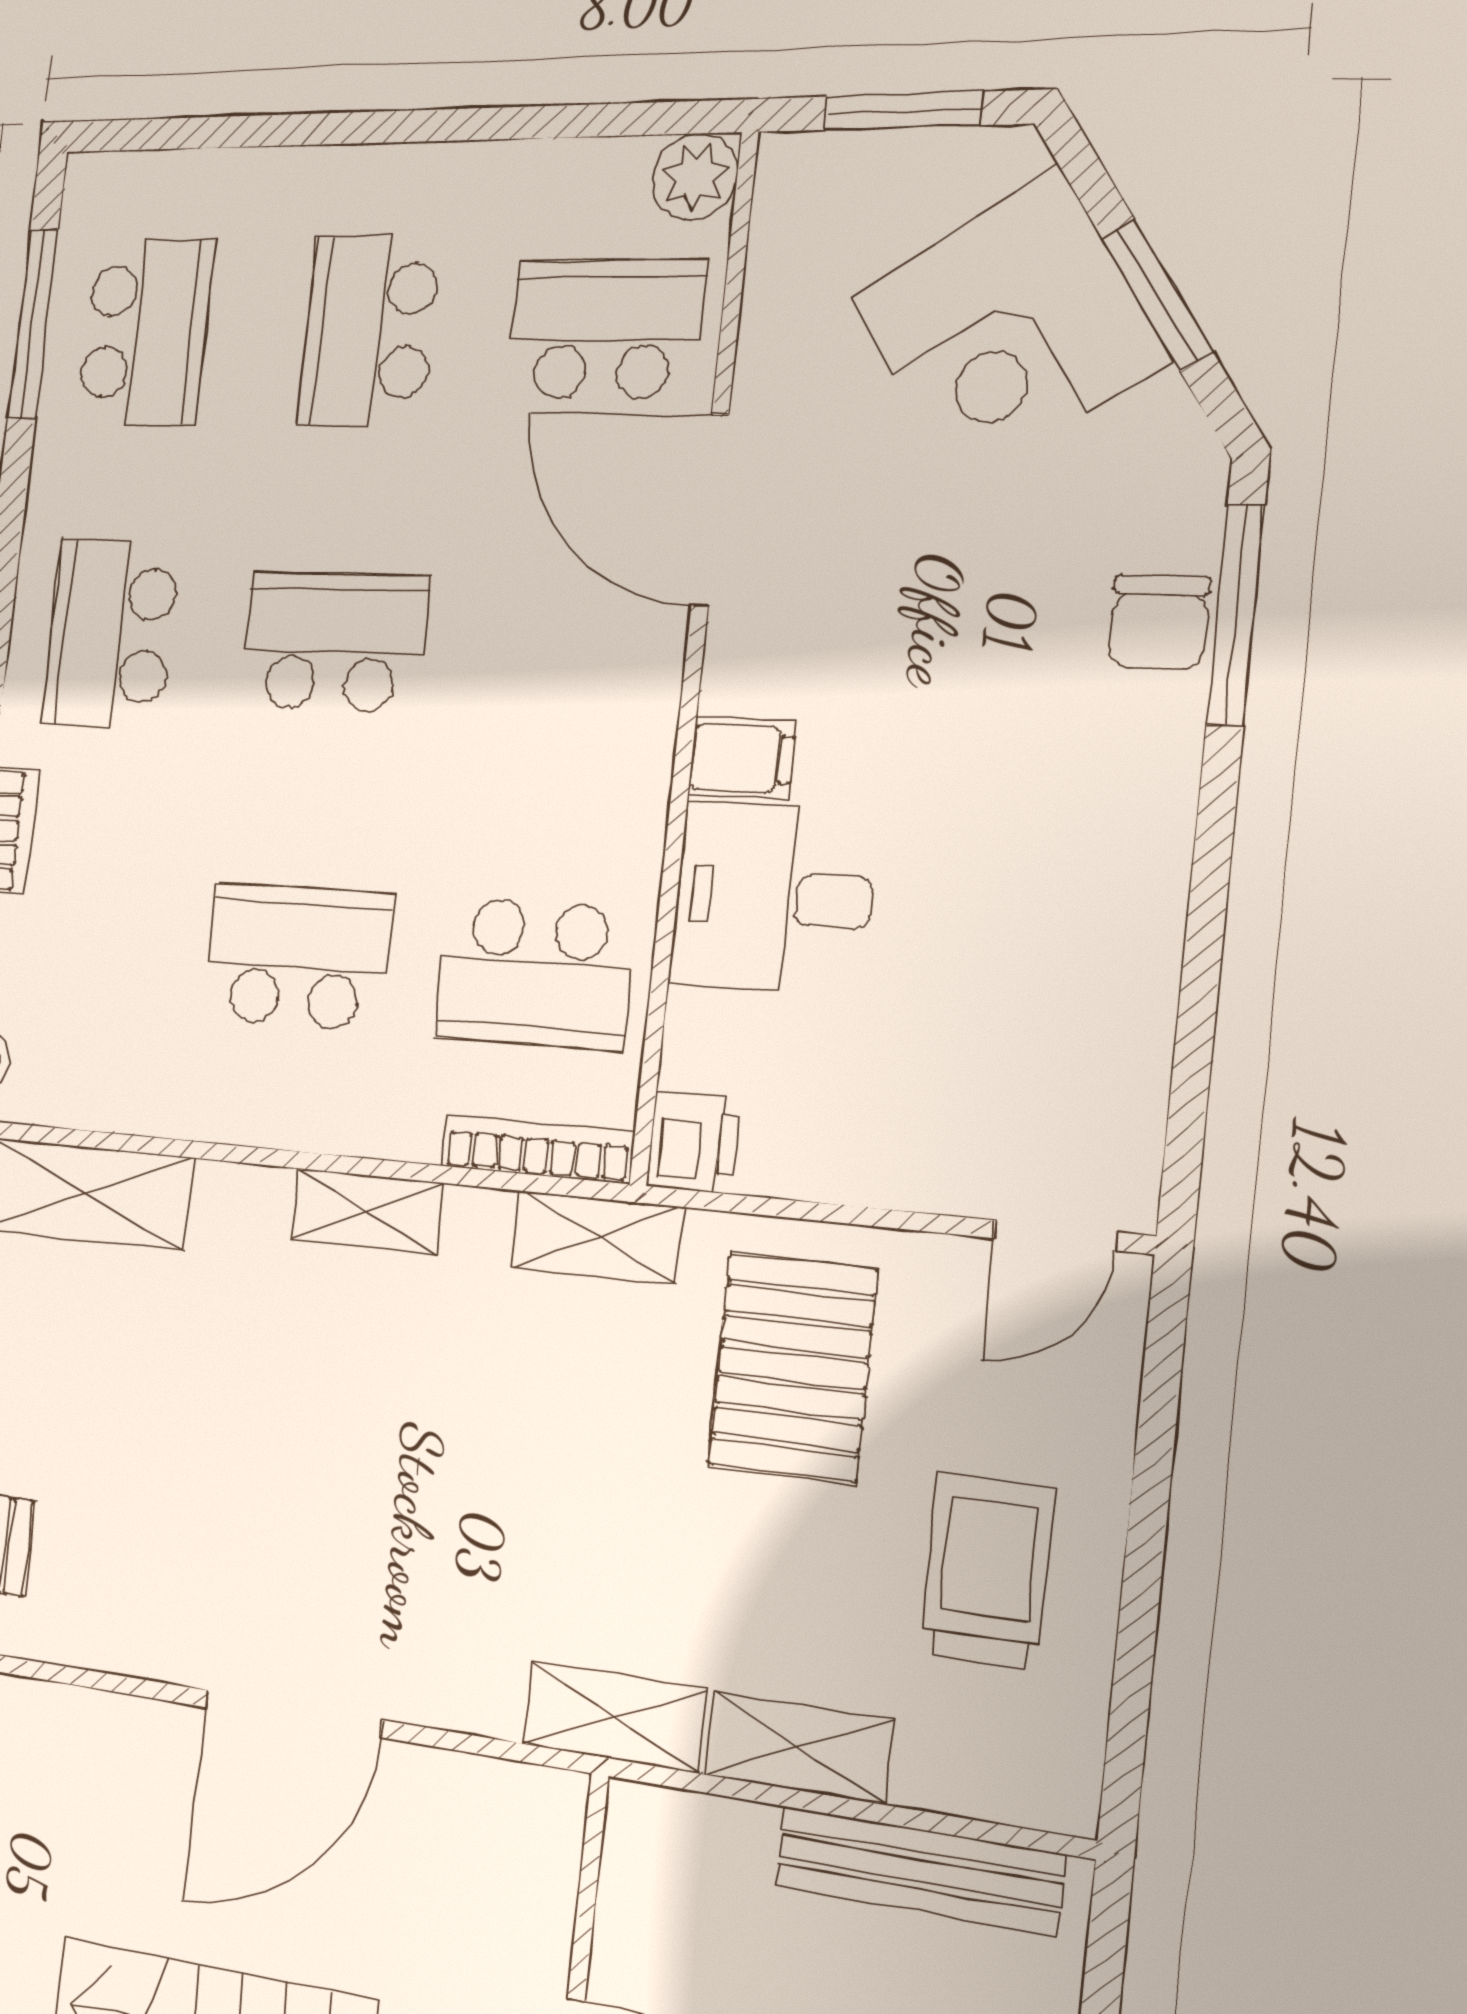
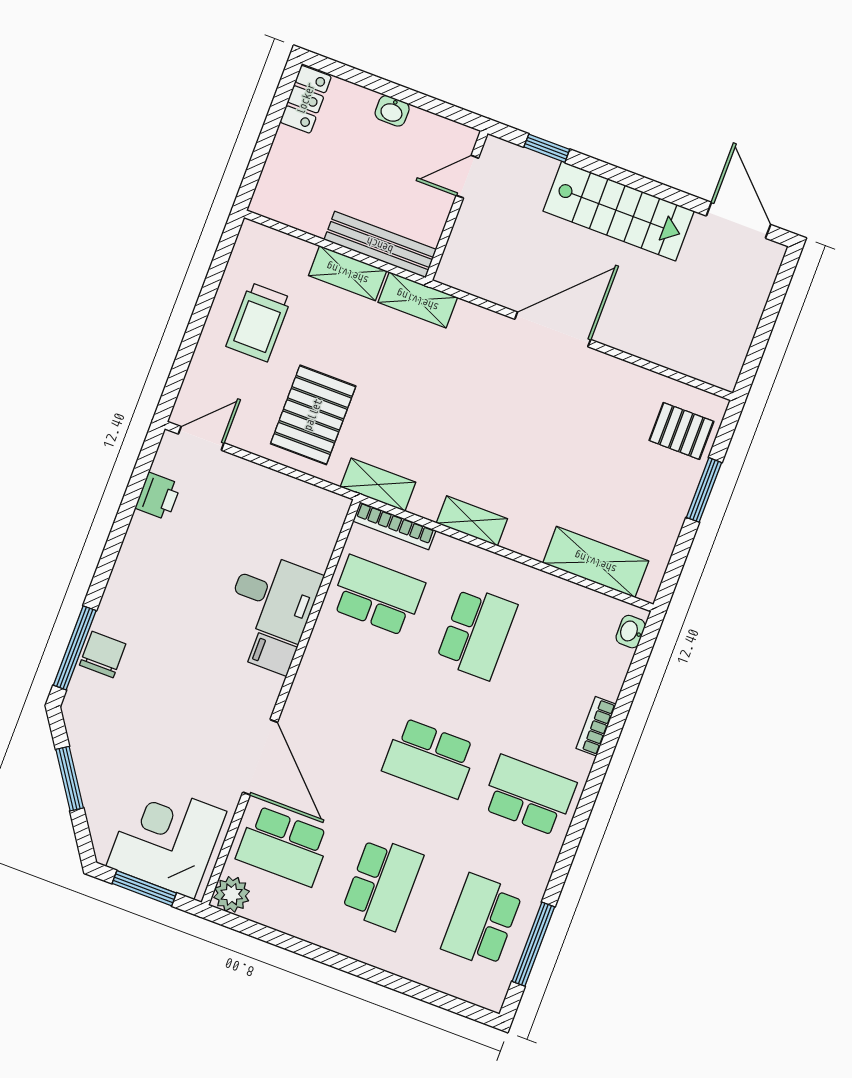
corner desk: (1009, 328) -> (166, 839), moved, turned -56
school desk: (110, 634) -> (529, 795), turned -90
school desk: (298, 956) -> (477, 633), turned -90
printer: (693, 1141) -> (158, 496), moved, turned 180
bench: (919, 1870) -> (380, 245), moved

